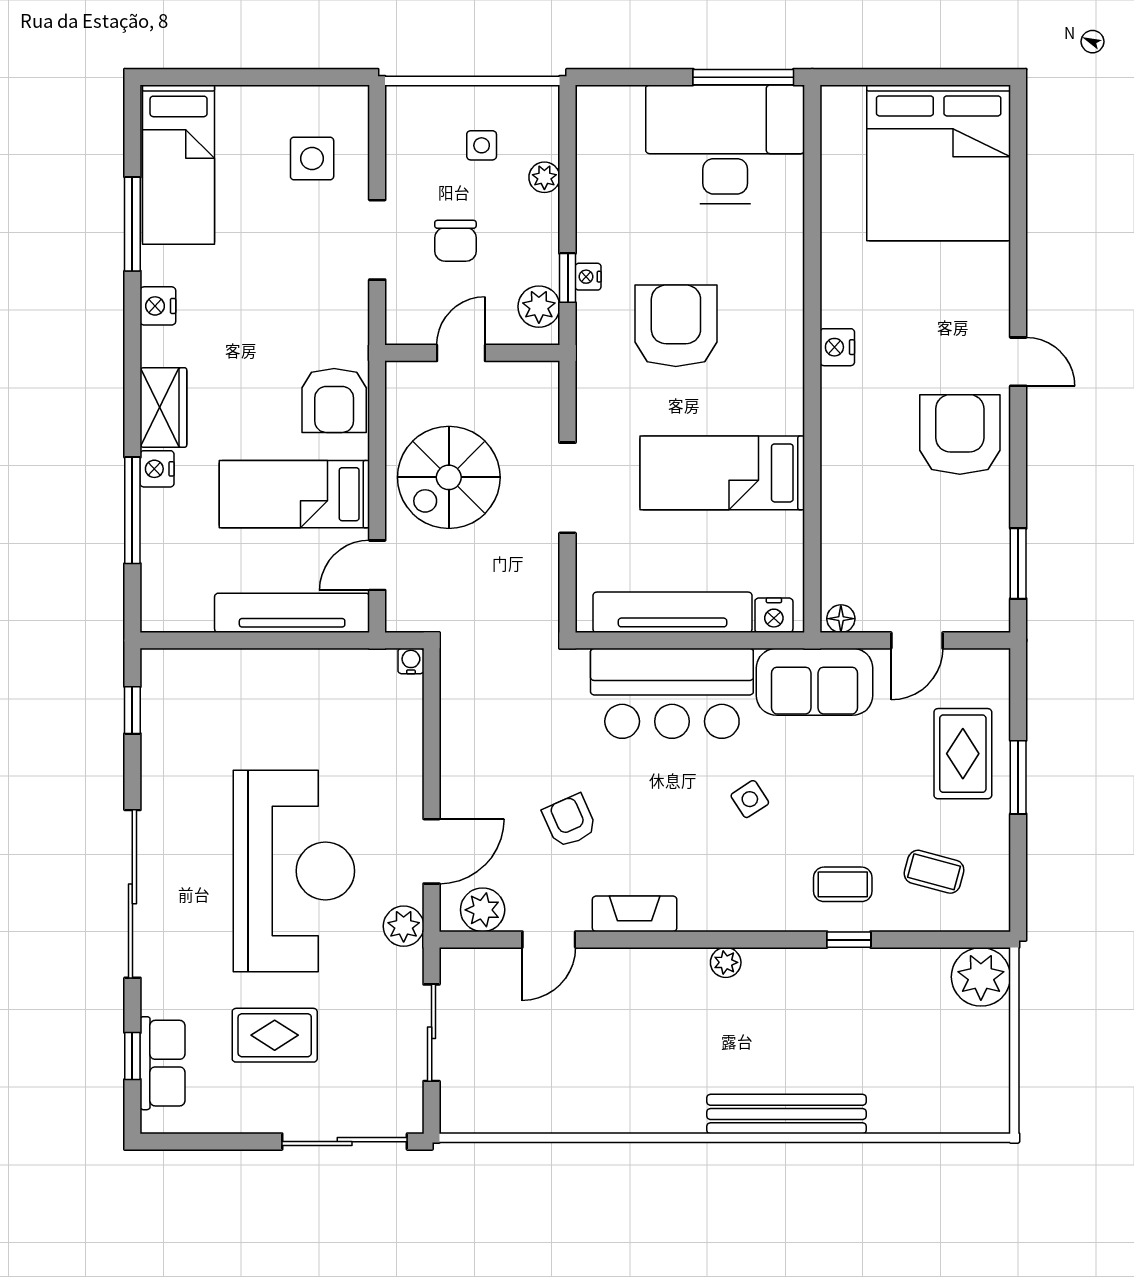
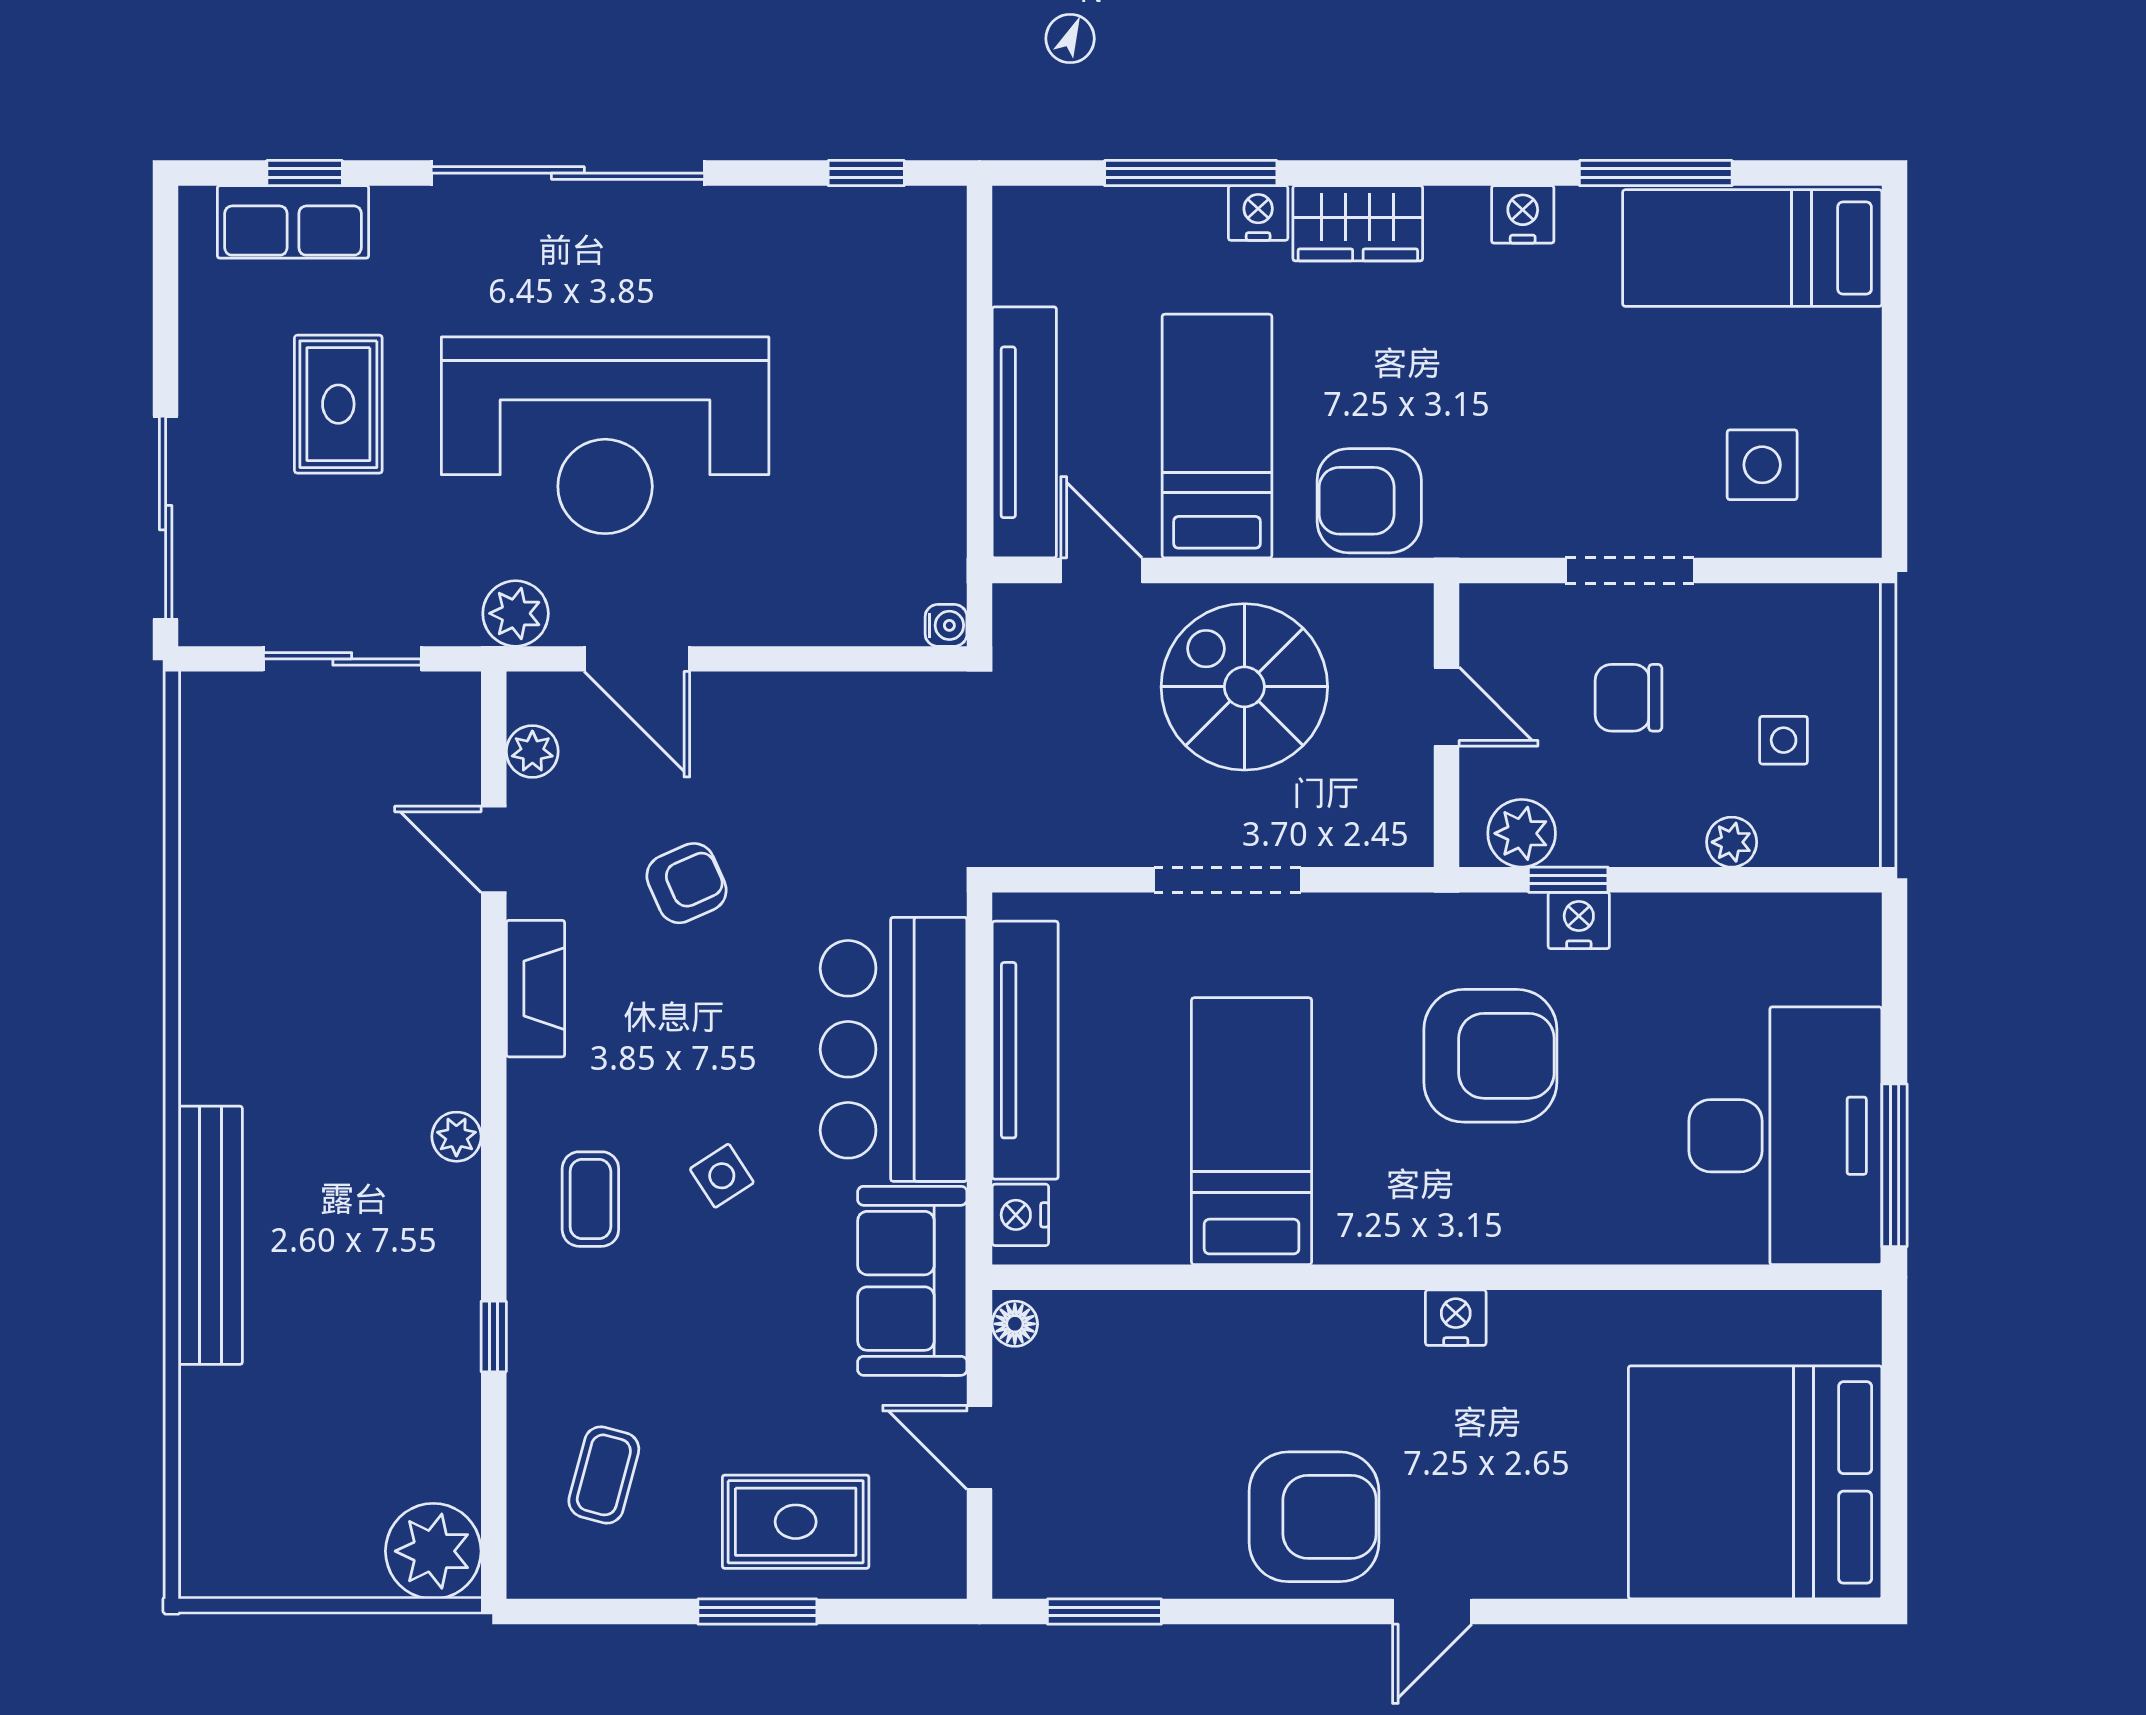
nightstand: (588, 277) -> (1579, 920), width x1.39, depth x1.35
coffee table: (843, 884) -> (590, 1199), moved
plant: (483, 910) -> (532, 751), width x0.73, depth x0.73

